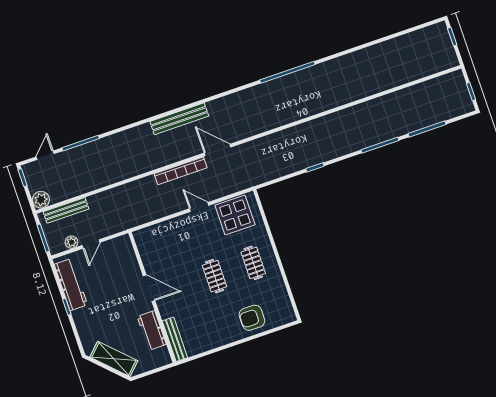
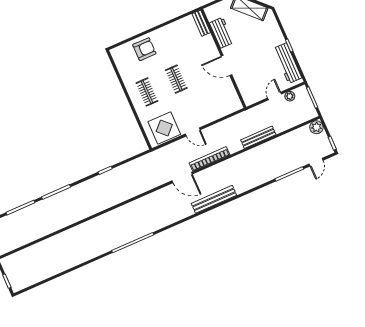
bench: (66, 210) -> (258, 137), moved
bench: (175, 339) -> (201, 23), width x0.73

